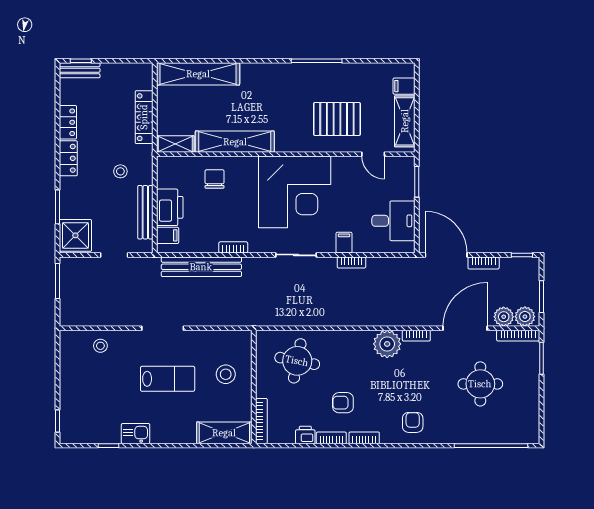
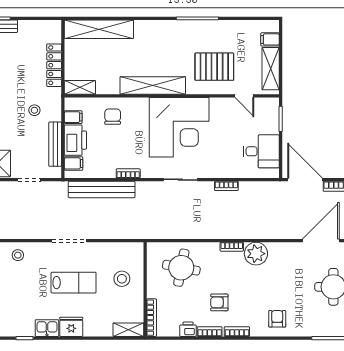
shelving: (235, 142) -> (153, 86), moved
filing cabinet: (344, 243) -> (73, 117), moved, turned 90
bookcase: (416, 336) -> (232, 247), moved
fridge: (165, 432) -> (71, 327), added
shelving: (224, 433) -> (128, 330), width x0.67, depth x0.75

